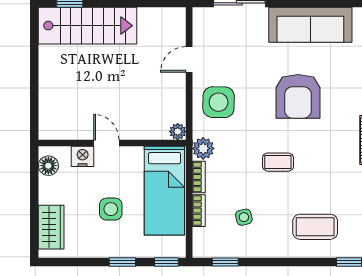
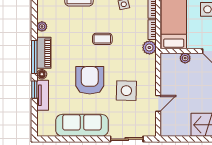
side table: (219, 102) -> (126, 91), moved
plant: (178, 132) -> (185, 58), moved

